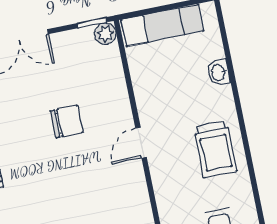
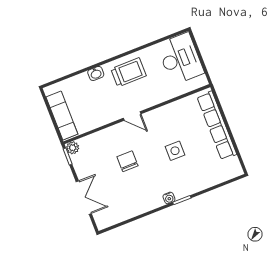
washbasin: (218, 72) -> (96, 73), moved
side table: (70, 204) -> (175, 151), added

